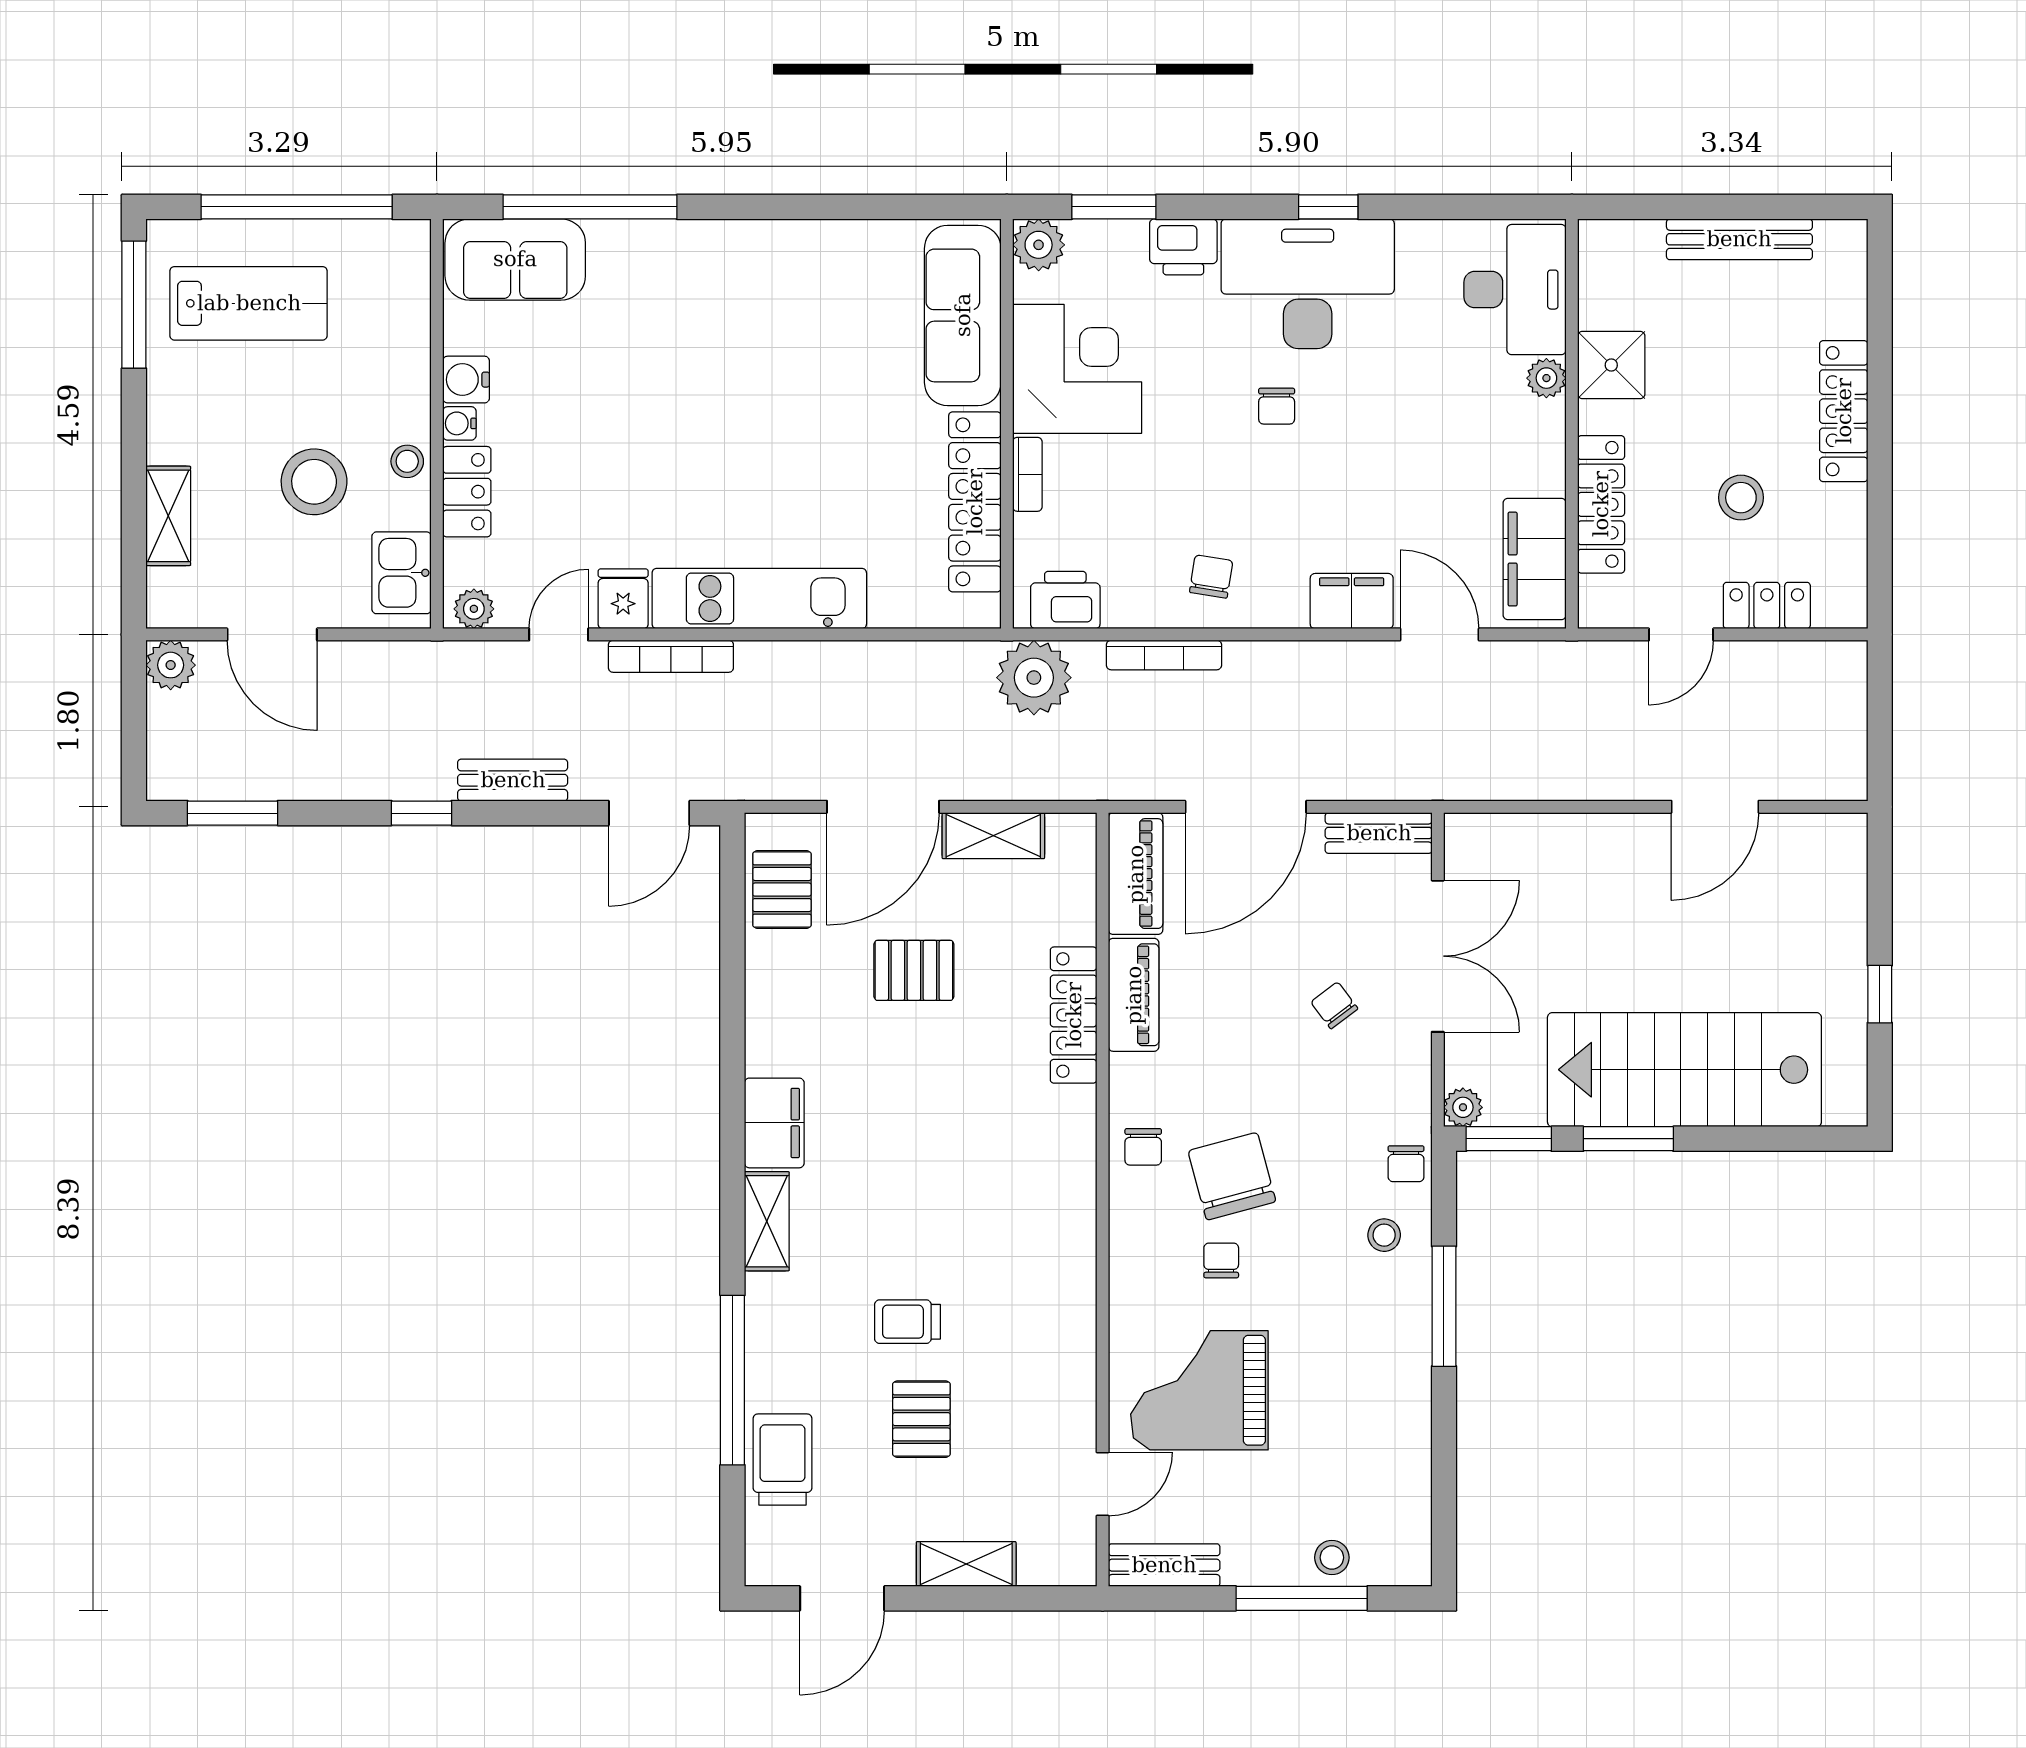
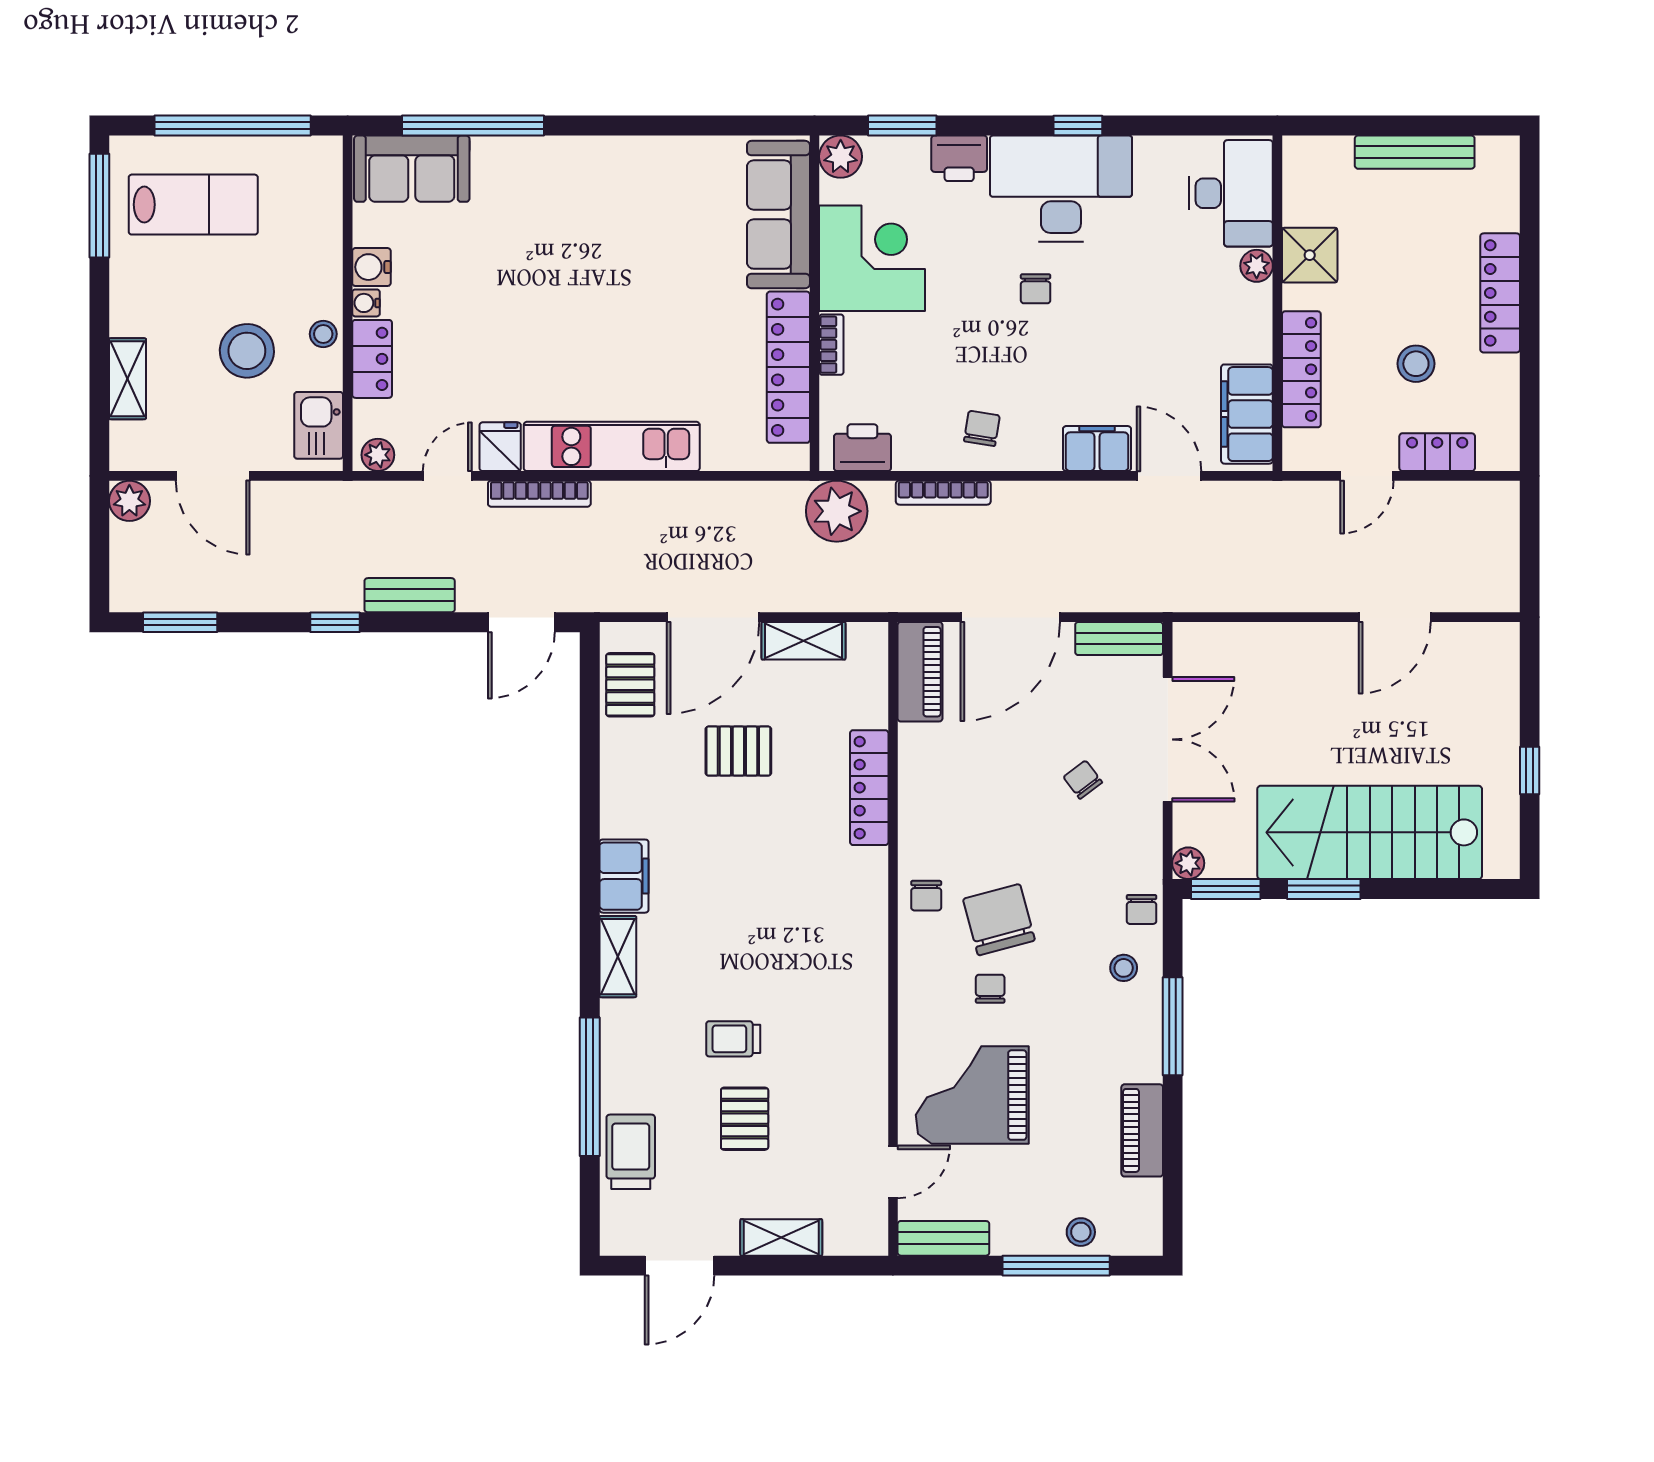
piano: (1134, 995) -> (1142, 1130), moved, turned 180

